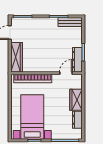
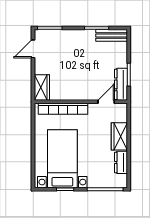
wardrobe: (17, 57) -> (42, 88), width x0.67

